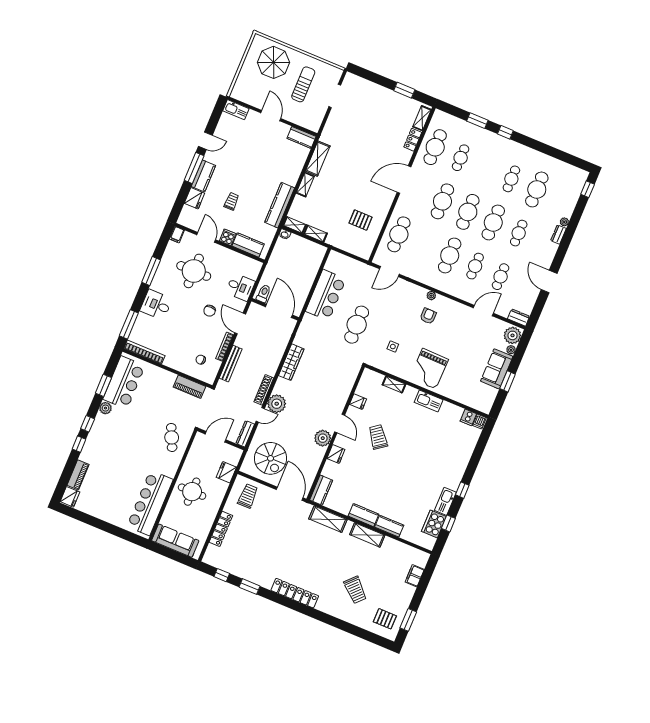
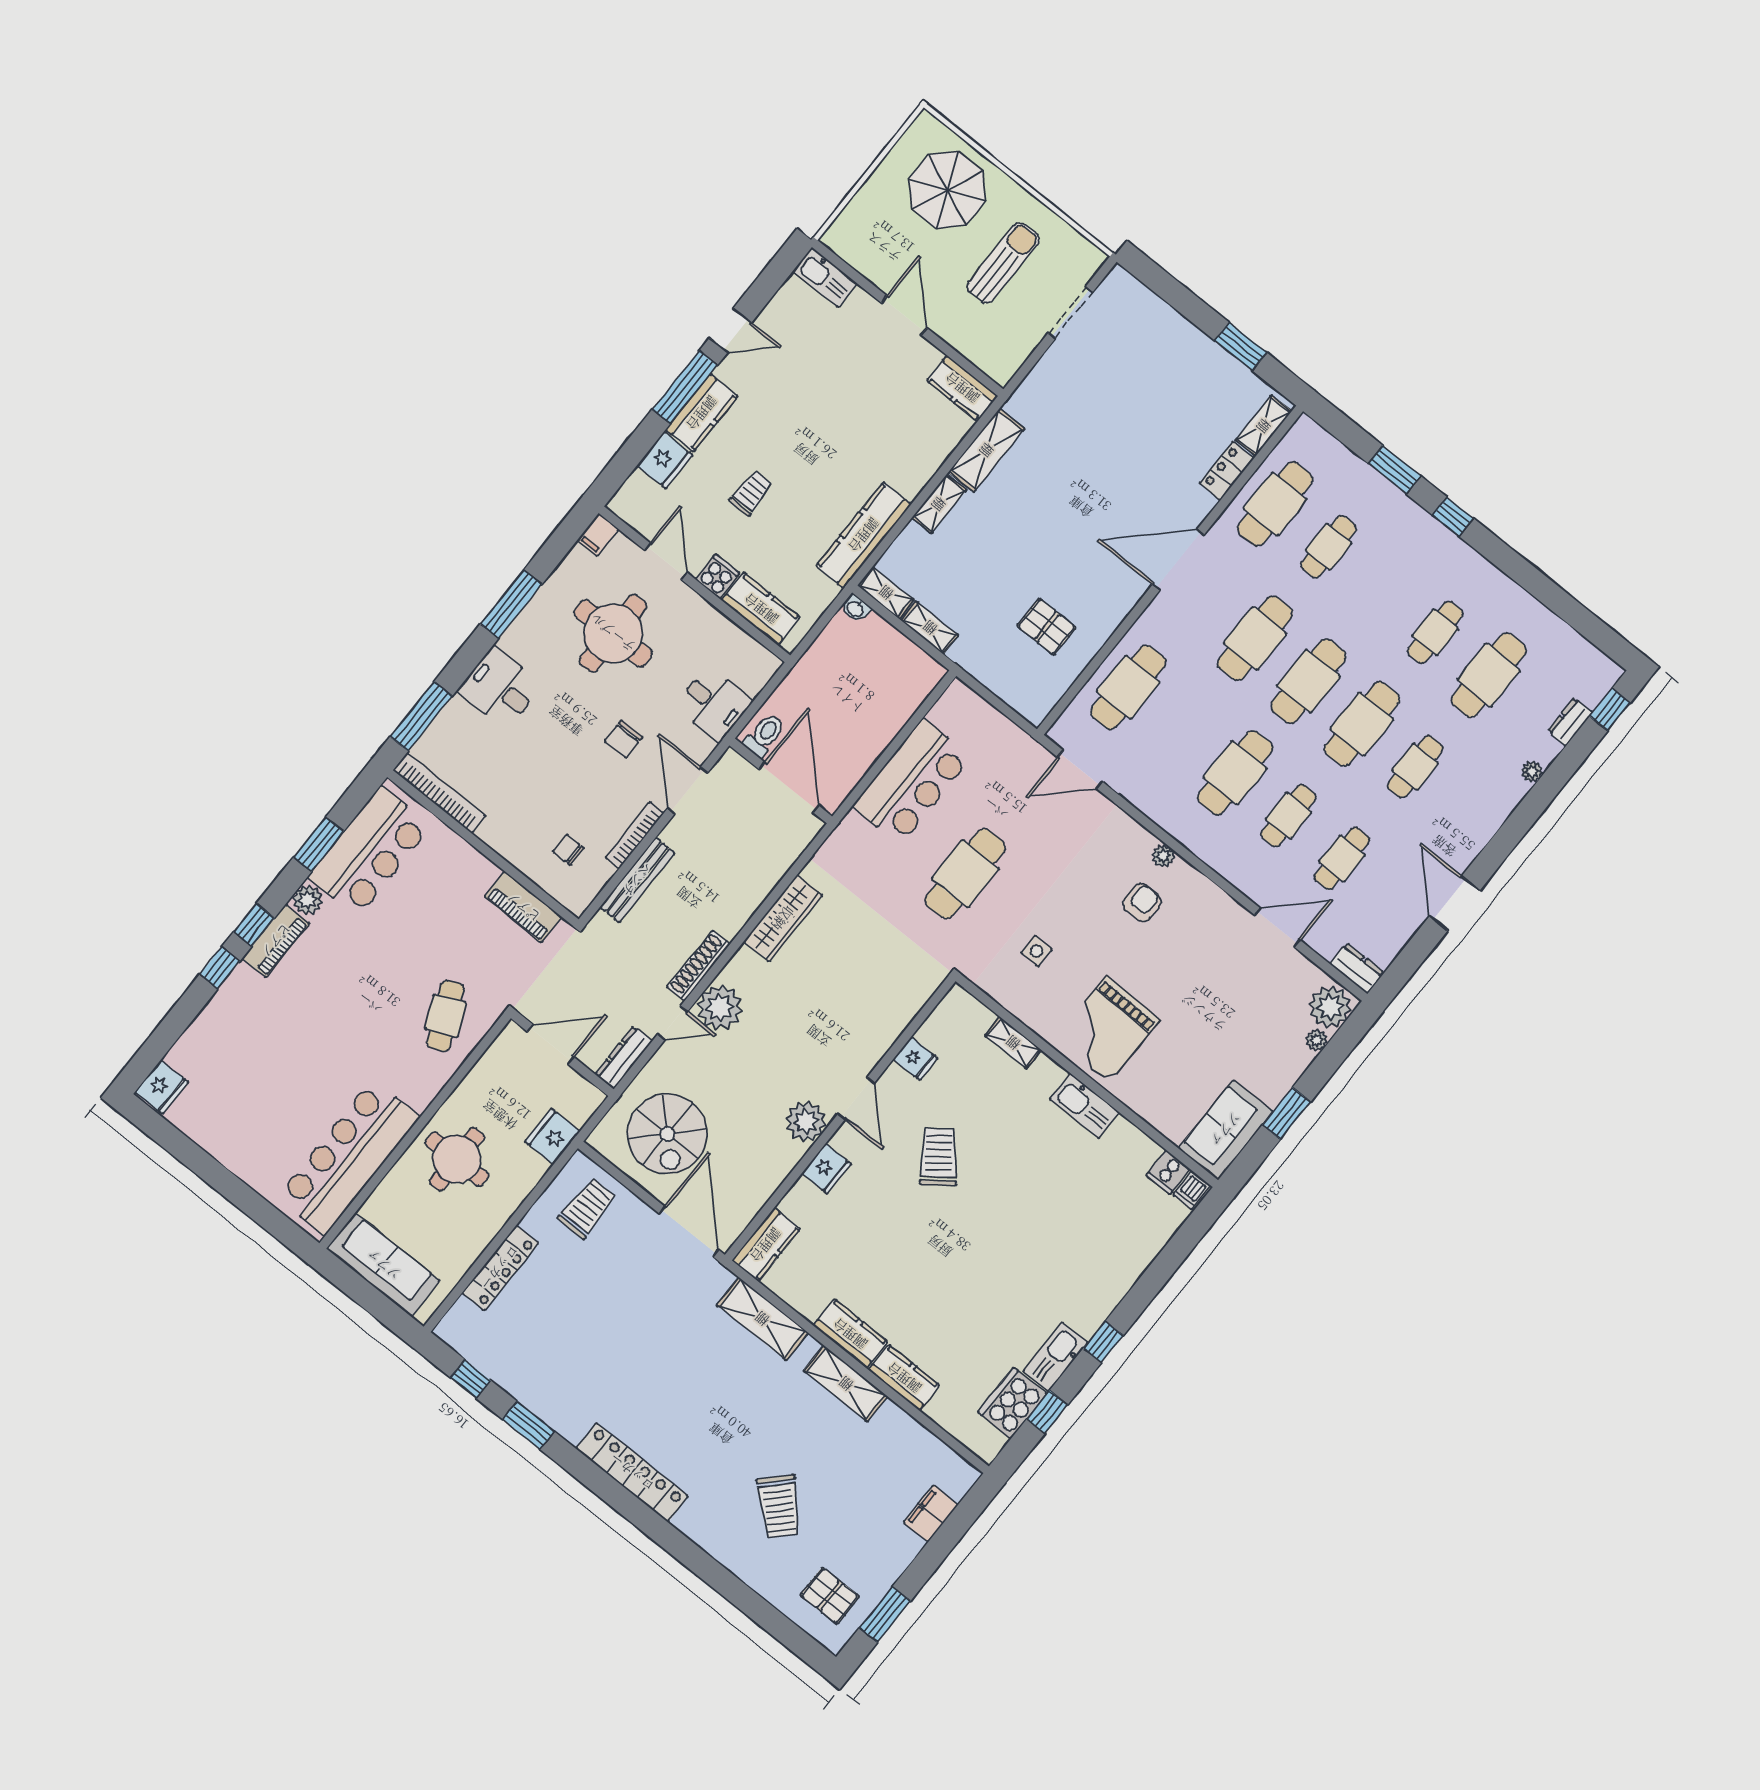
dresser: (558, 235) -> (1570, 722), moved
sofa: (497, 369) -> (1226, 1130), moved
piano: (78, 475) -> (276, 941), moved

